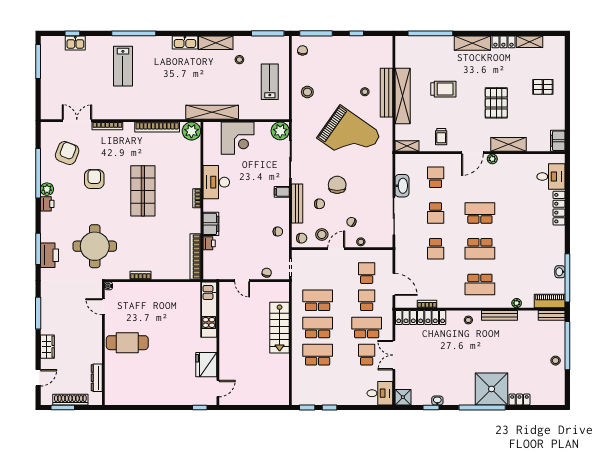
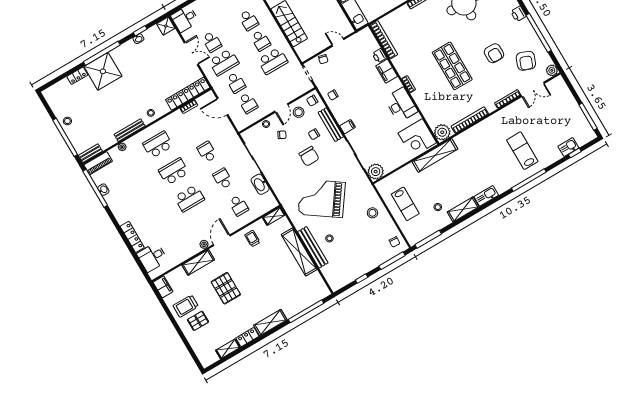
trolley: (443, 89) -> (186, 306), moved
corner desk: (238, 138) -> (417, 138), moved, turned -90
plant: (47, 189) -> (552, 70), moved
school desk: (318, 327) -> (261, 41), width x0.54
school desk: (318, 355) -> (249, 20), width x0.54

